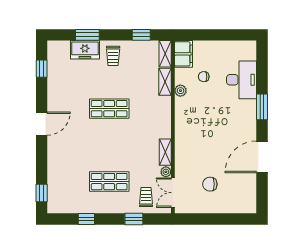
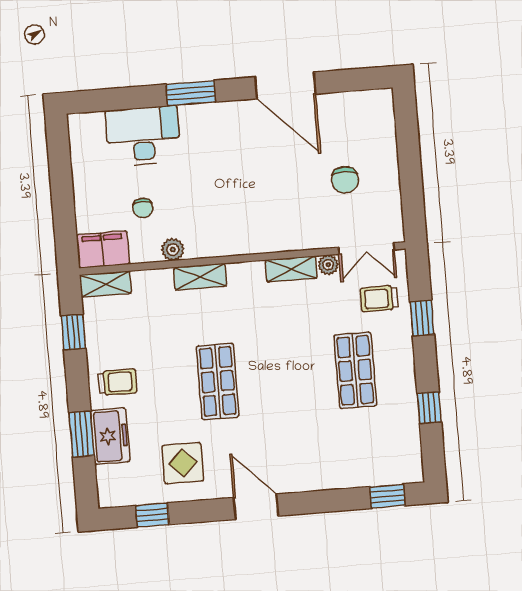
shelving: (165, 82) -> (200, 277), moved
display table: (68, 87) -> (183, 463), added

